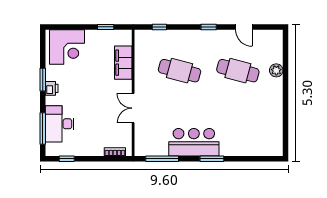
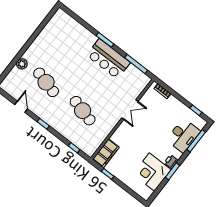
corner desk: (67, 47) -> (152, 172), moved, turned -90
filing cabinet: (123, 63) -> (106, 153), moved

